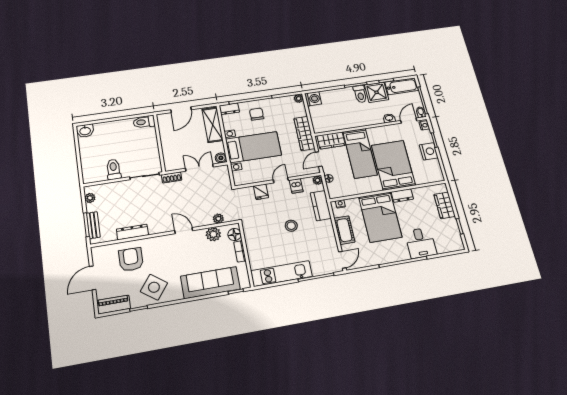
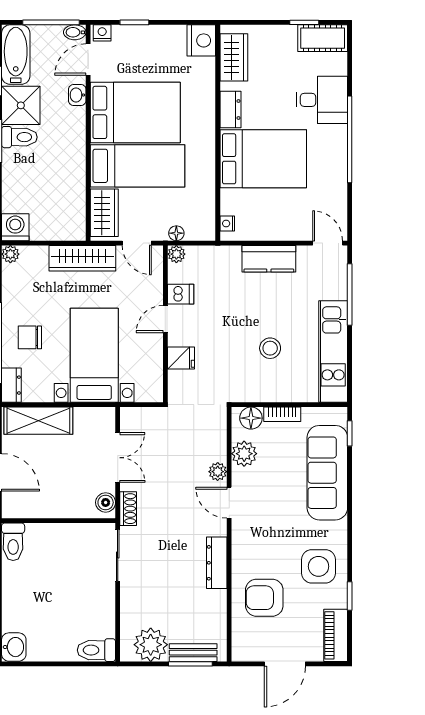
door: (409, 121) -> (88, 60), hinge flipped
nightstand: (429, 151) -> (201, 40), moved, turned 90
boiler: (221, 158) -> (106, 502), moved
bed: (393, 165) -> (135, 112), moved, turned 180
double door: (199, 168) -> (118, 458), swing flipped
toilet: (114, 169) -> (96, 650), moved
door: (281, 180) -> (165, 319), hinge flipped
plant: (90, 198) -> (151, 645), width x1.87, depth x1.87
wardrobe: (445, 205) -> (234, 57), moved, turned -90
kitchen counter: (321, 206) -> (269, 259), moved
plant: (218, 219) -> (218, 472), moved
stool: (291, 226) -> (270, 348), moved
cot: (344, 230) -> (323, 38), moved
door: (184, 231) -> (229, 503), hinge flipped
dresser: (132, 232) -> (217, 563), moved
door: (93, 278) -> (285, 664), hinge flipped
side table: (154, 287) -> (319, 566), turned -37

